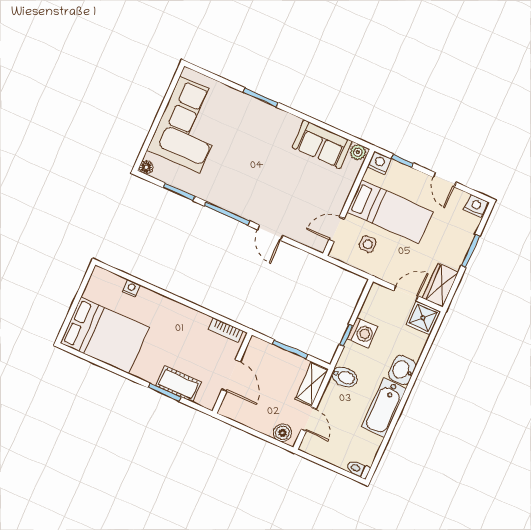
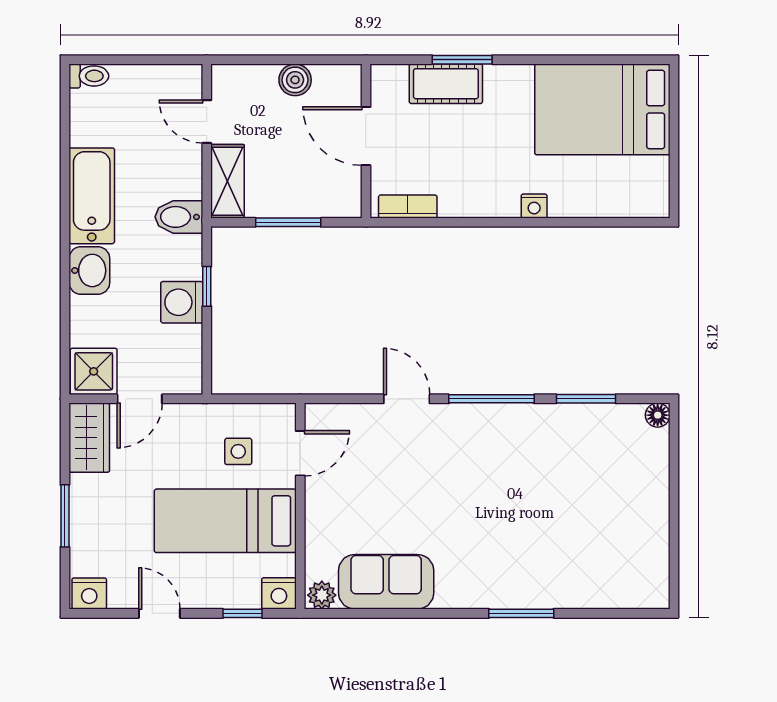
corner sofa: (190, 125) -> (618, 517), removed
nightstand: (131, 288) -> (534, 206), moved
boiler: (282, 433) -> (295, 80), moved

